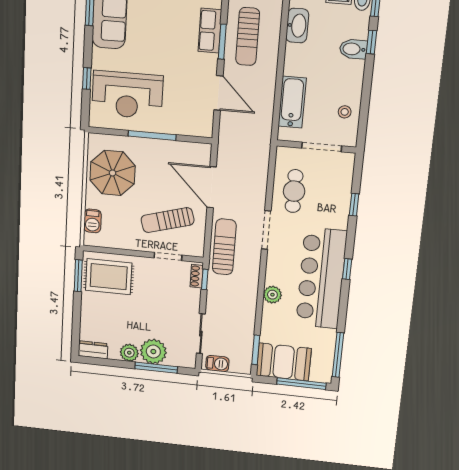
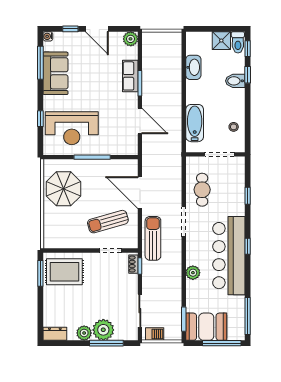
sun lounger: (248, 37) -> (158, 78), removed
barbecue: (92, 221) -> (50, 228), removed

